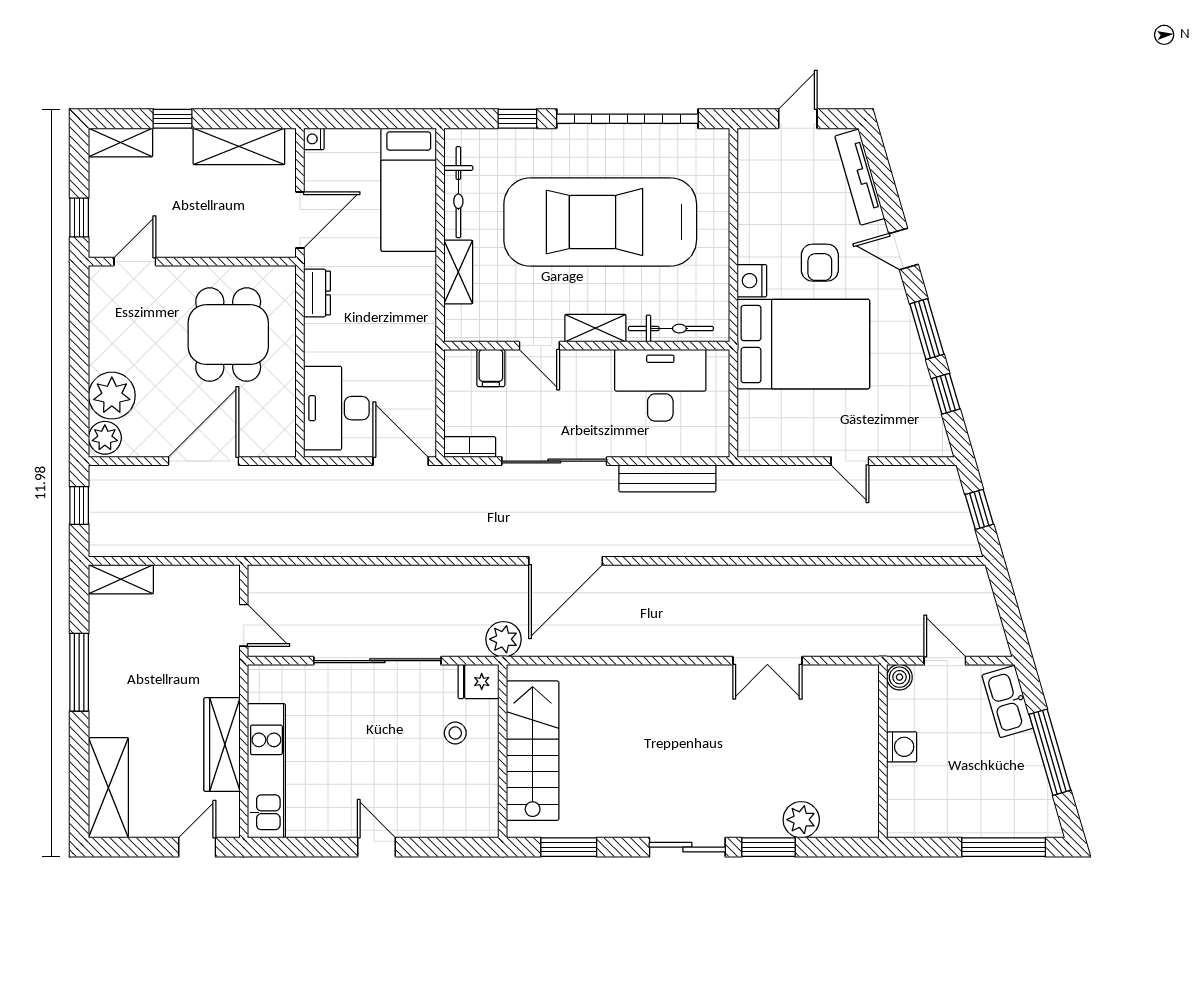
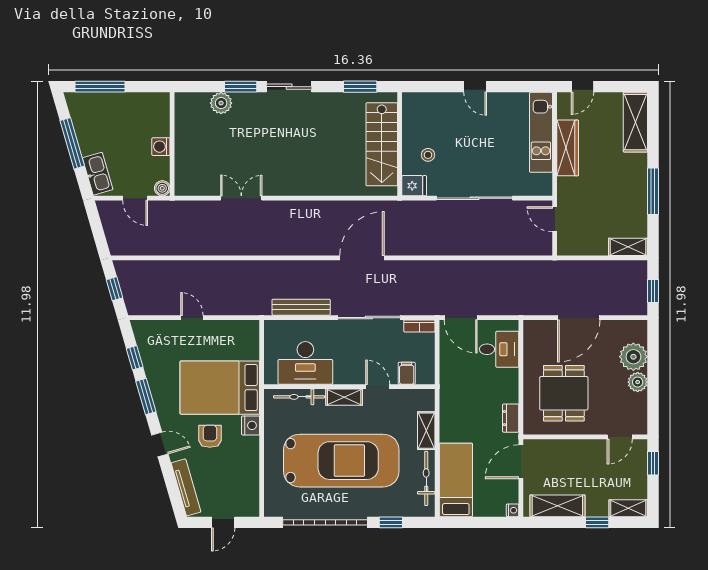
desk: (336, 408) -> (499, 349), width x0.73
plant: (105, 438) -> (638, 382), moved
plant: (504, 639) -> (399, 211), removed

